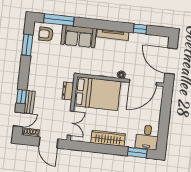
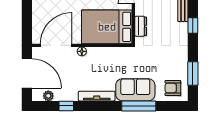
window: (59, 20) -> (139, 106), moved
armchair: (46, 34) -> (173, 88), turned 180
plant: (155, 40) -> (48, 96), added
window: (21, 97) -> (193, 26), moved

